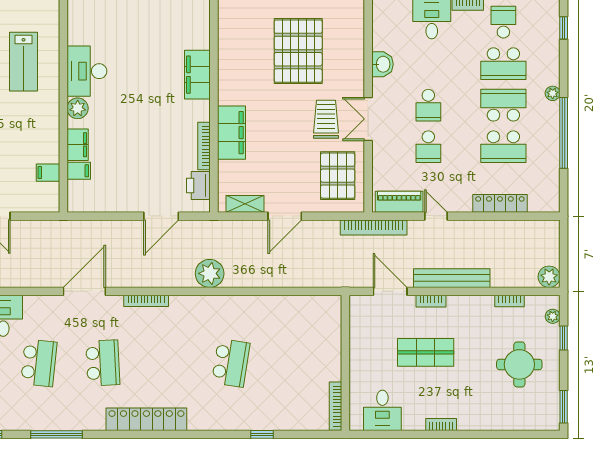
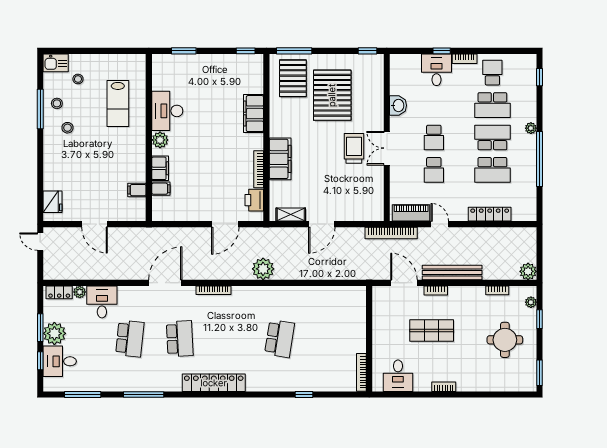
pallet: (338, 176) -> (293, 78), moved

